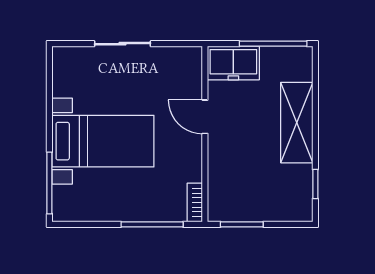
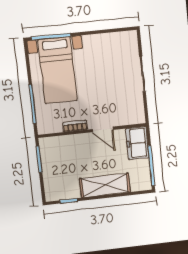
door: (205, 117) -> (103, 129), swing flipped
bed with nightstands: (103, 141) -> (58, 70), moved
bookcase: (195, 202) -> (75, 126), moved

